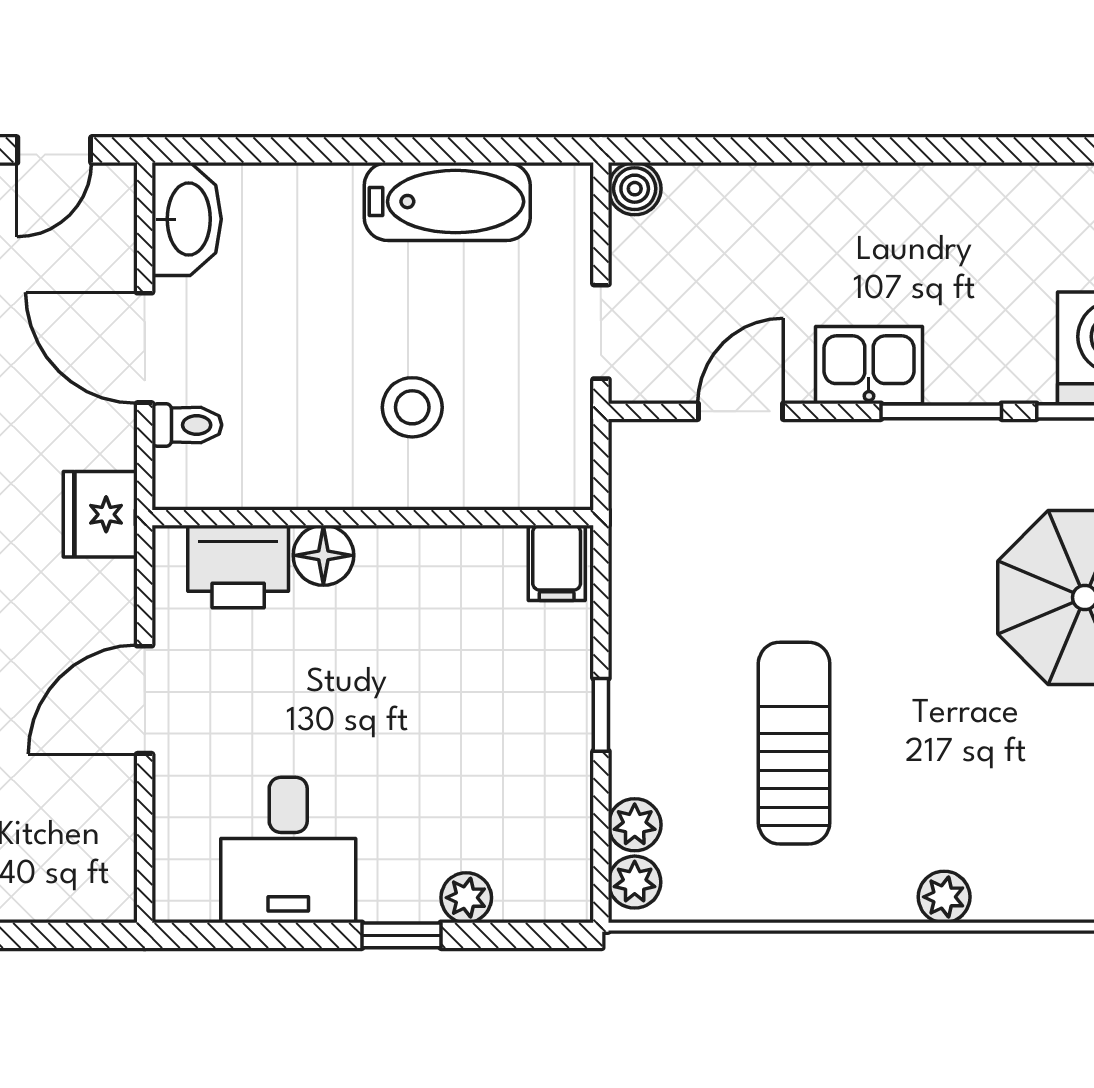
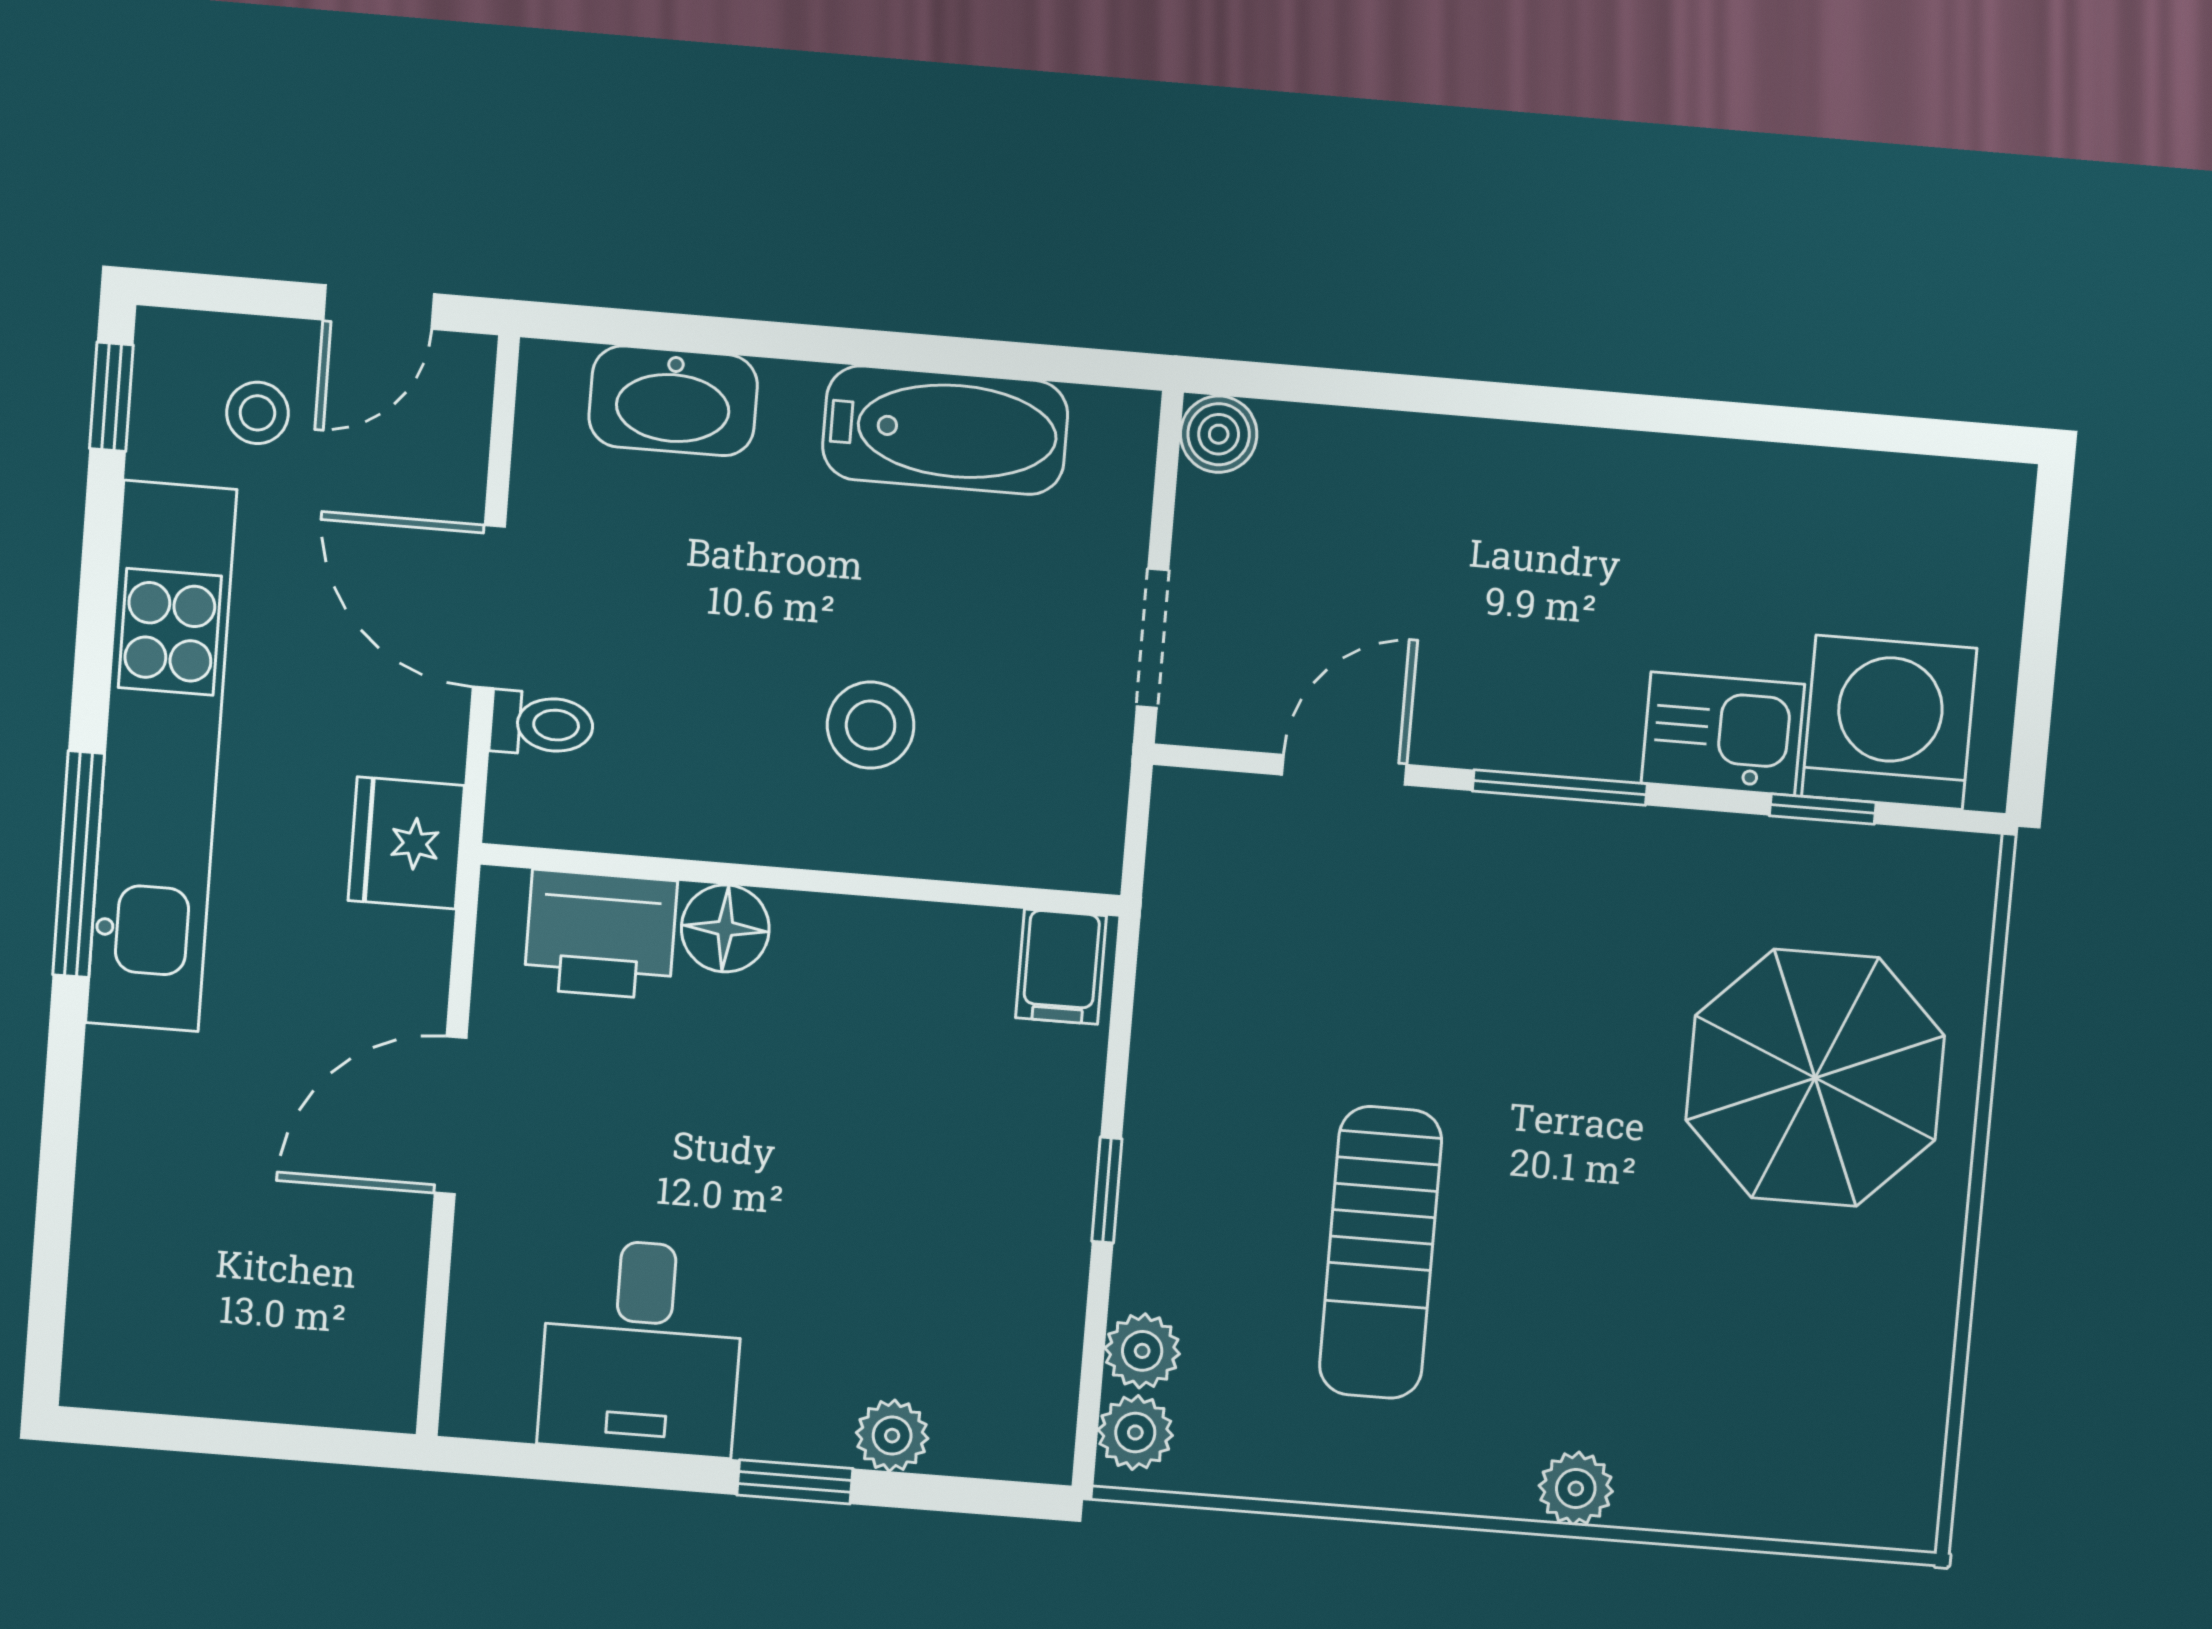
washbasin: (187, 219) -> (673, 401), moved, turned 90
kitchen sink: (869, 365) -> (1723, 734), moved
window: (941, 411) -> (1560, 787), moved
sun lounger: (794, 743) -> (1381, 1253), turned 180

